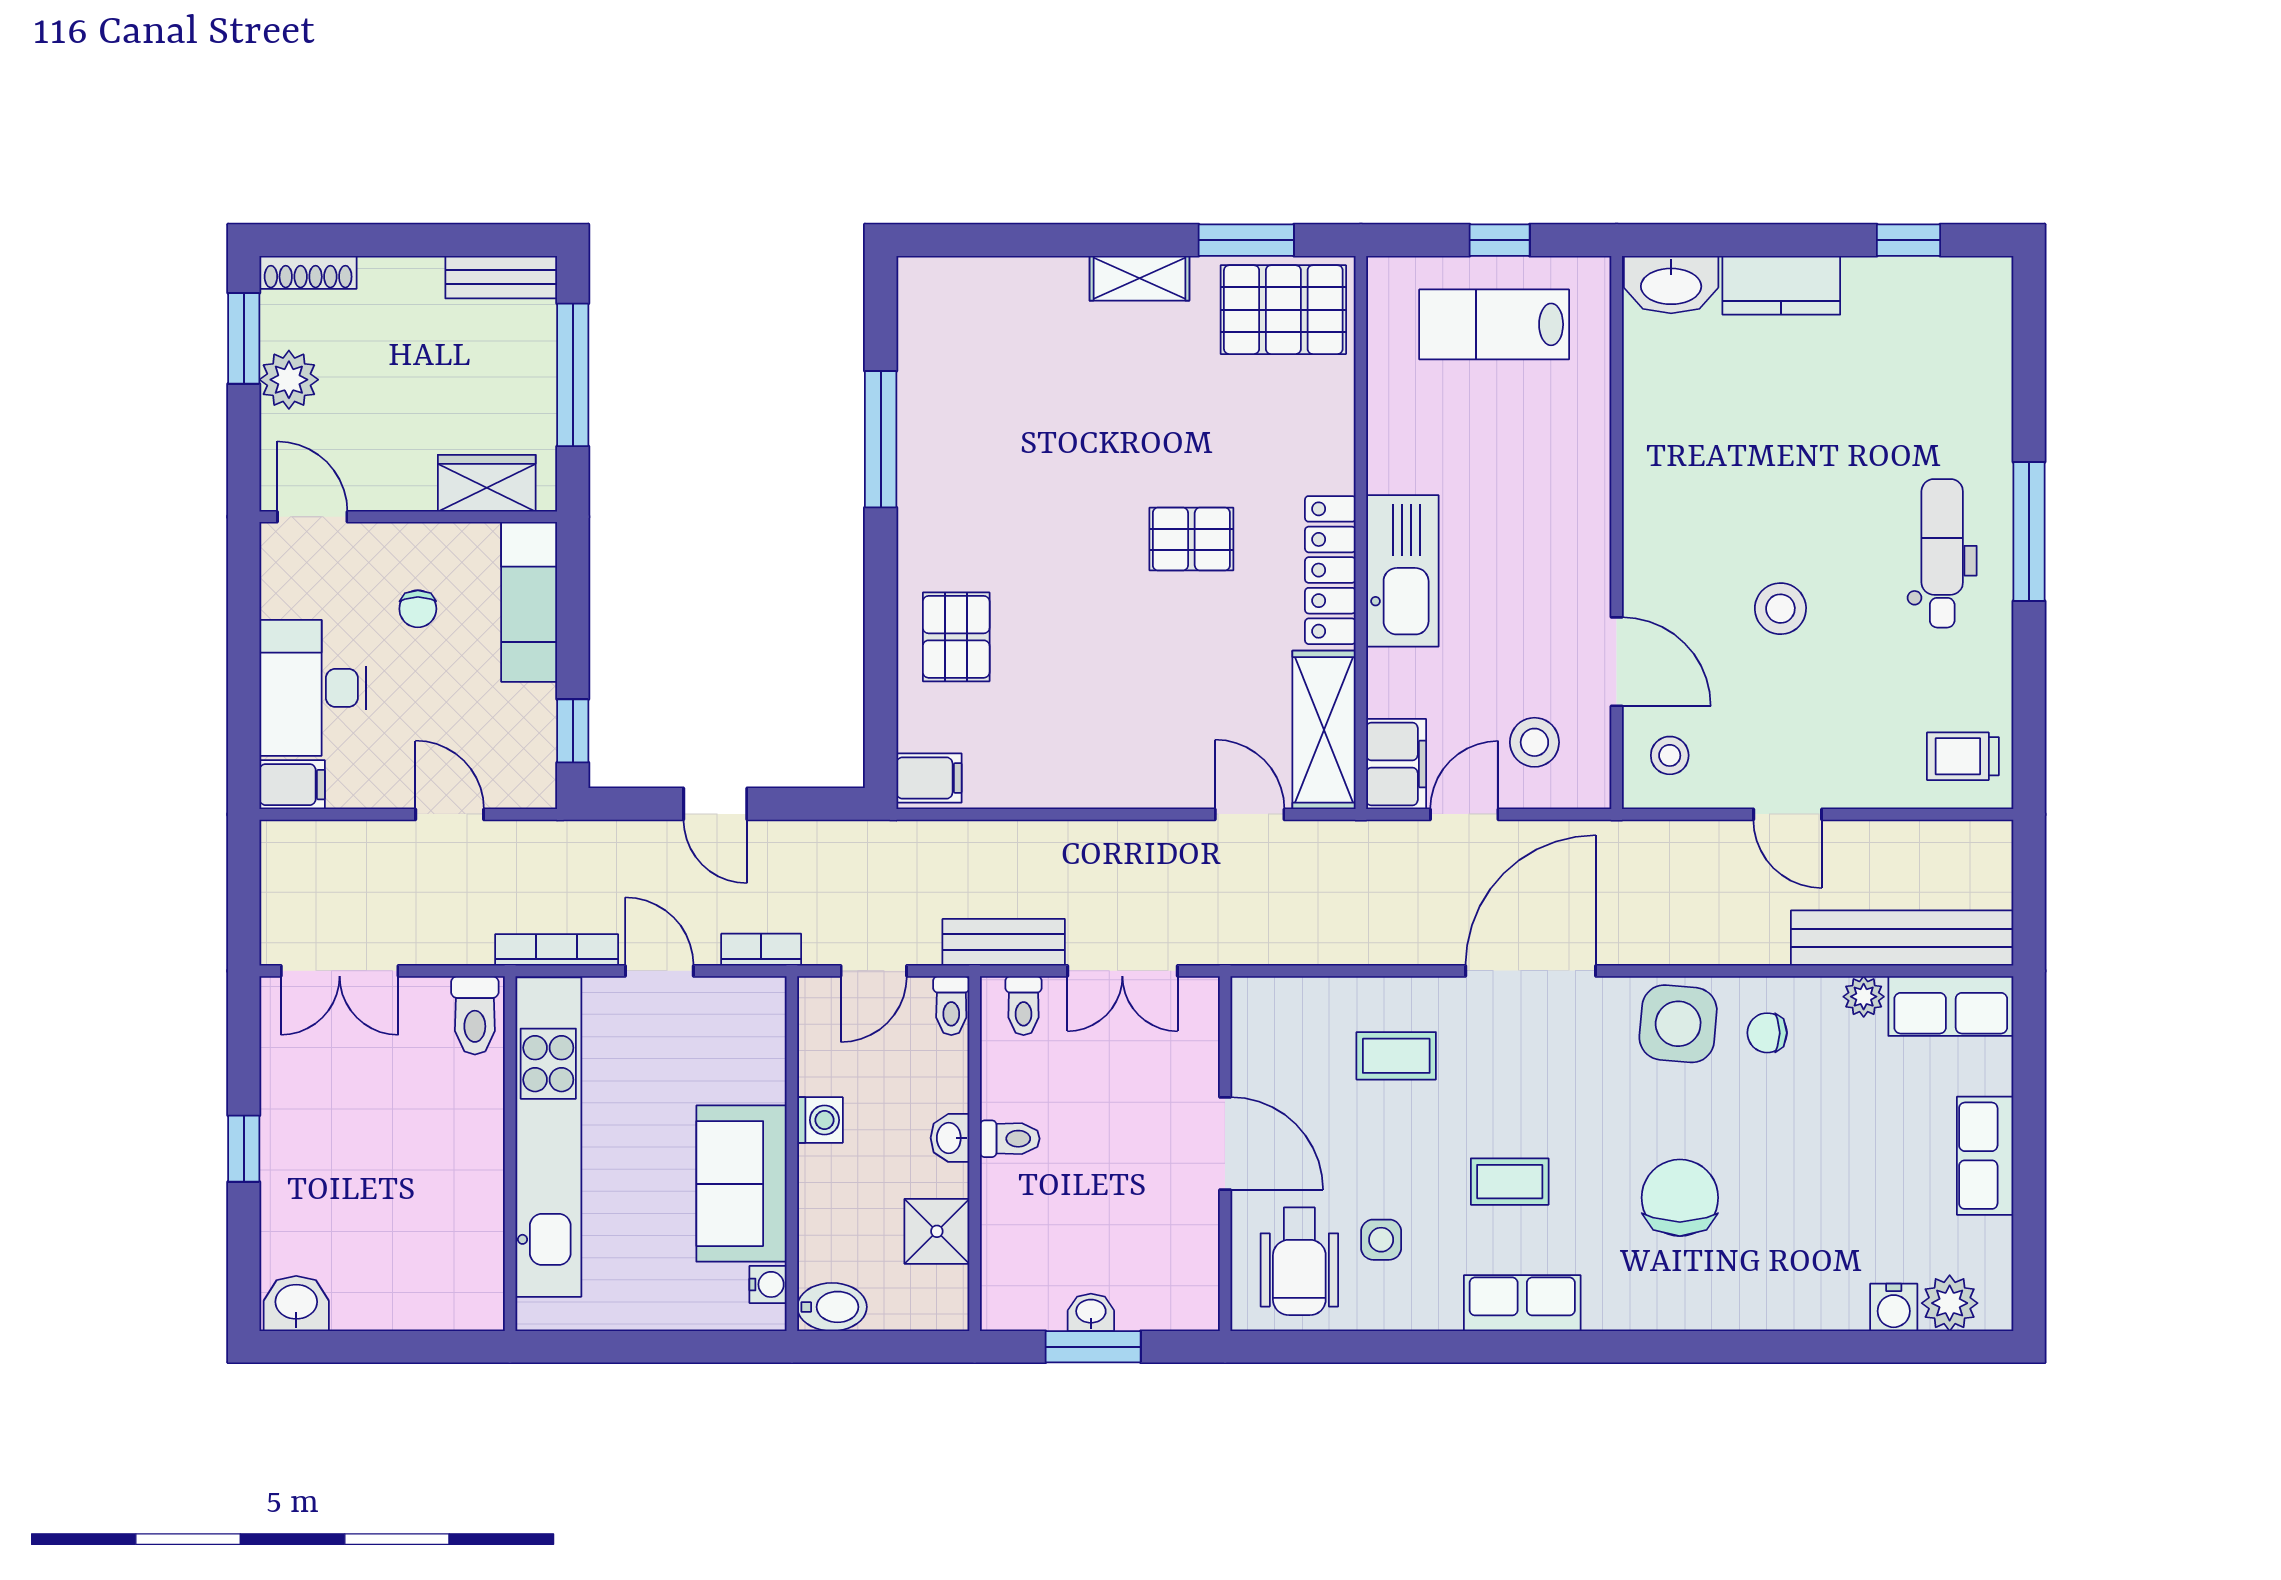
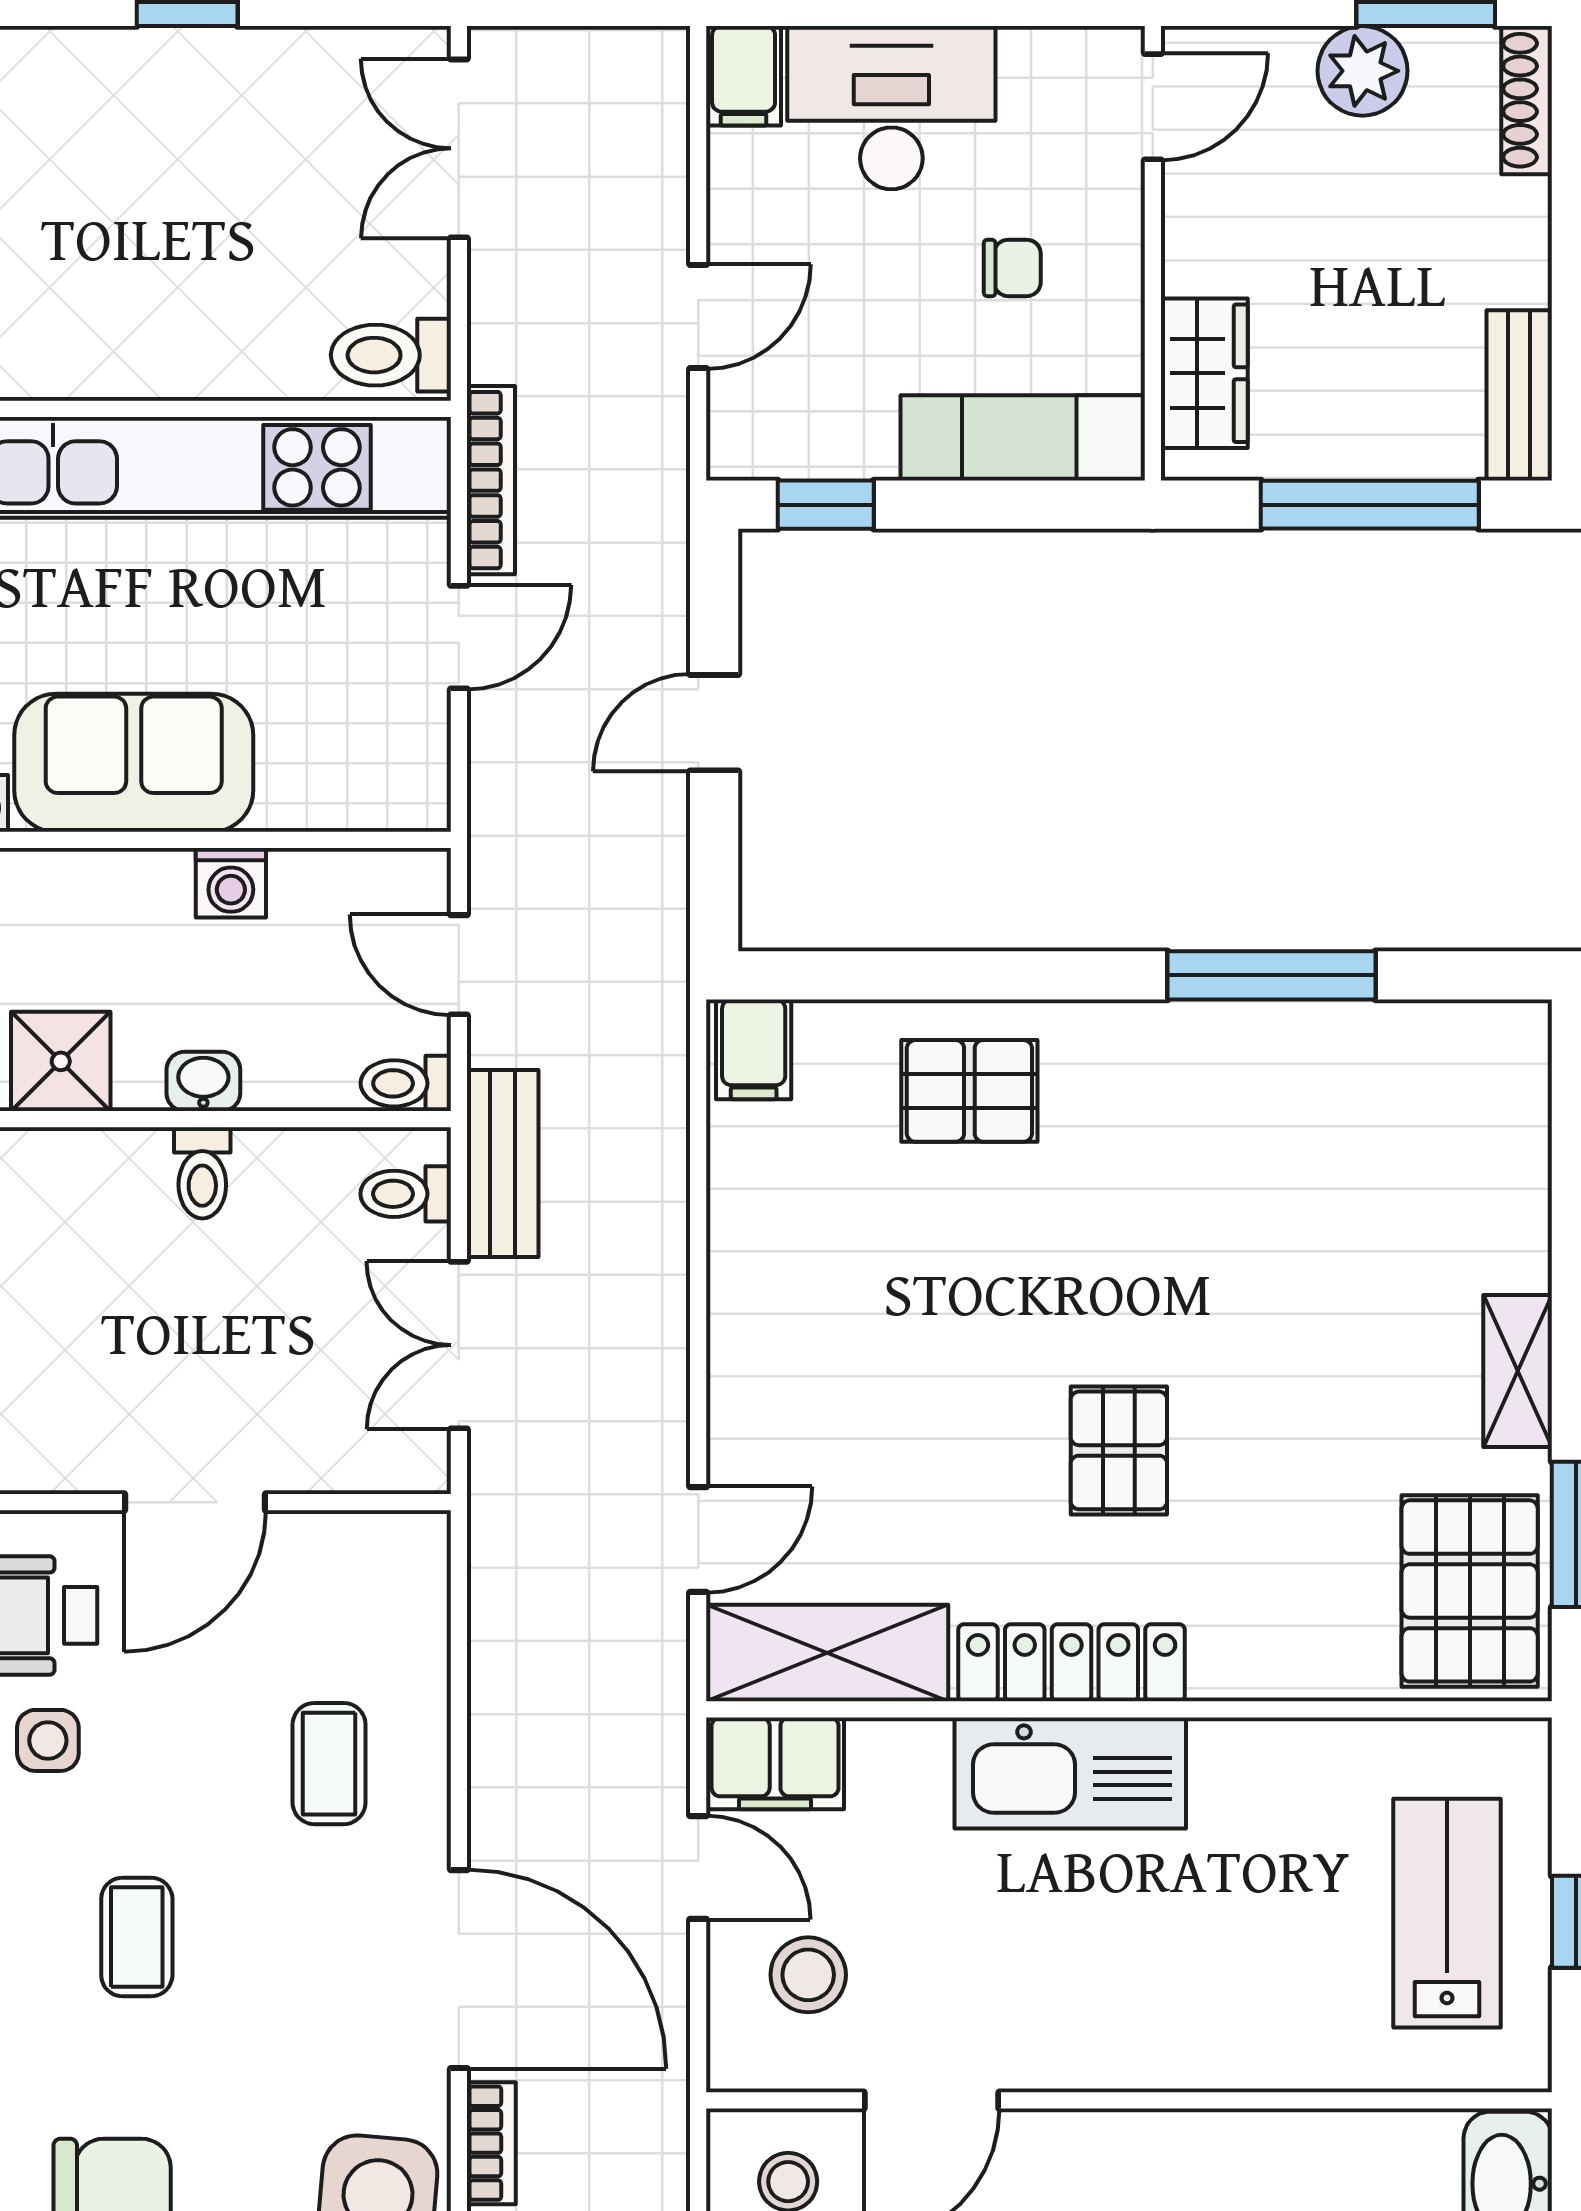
chair: (418, 609) -> (1012, 268), turned 180
bookcase: (761, 950) -> (491, 2143), moved

